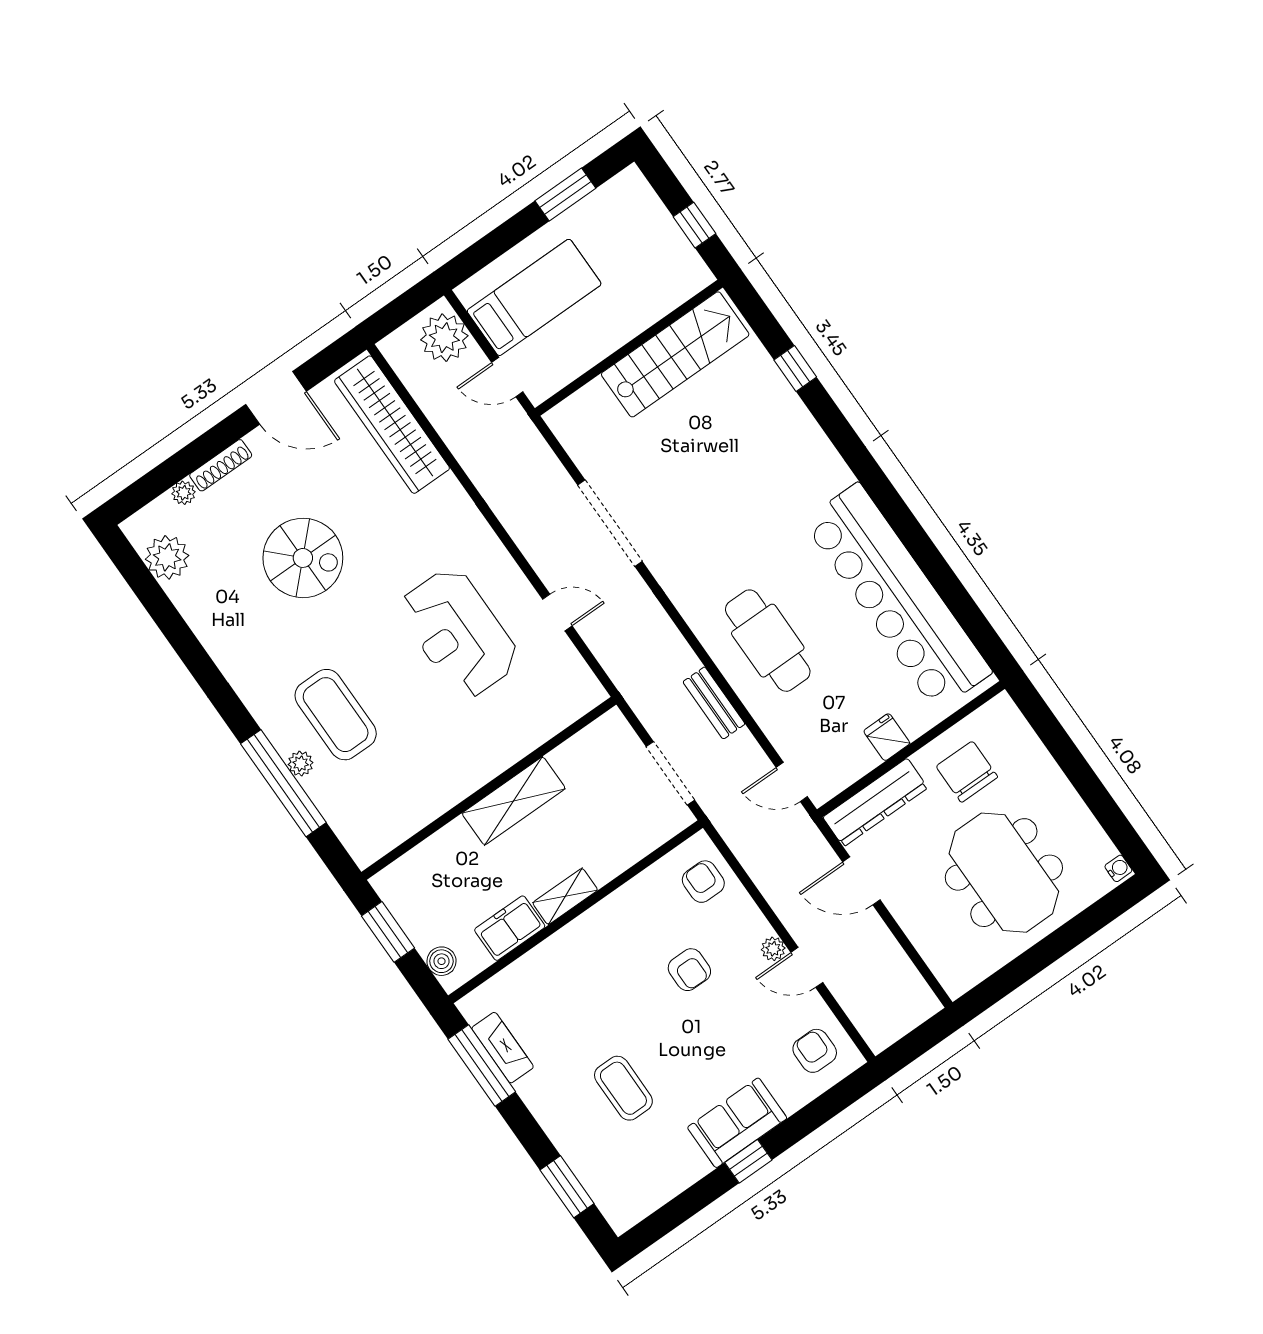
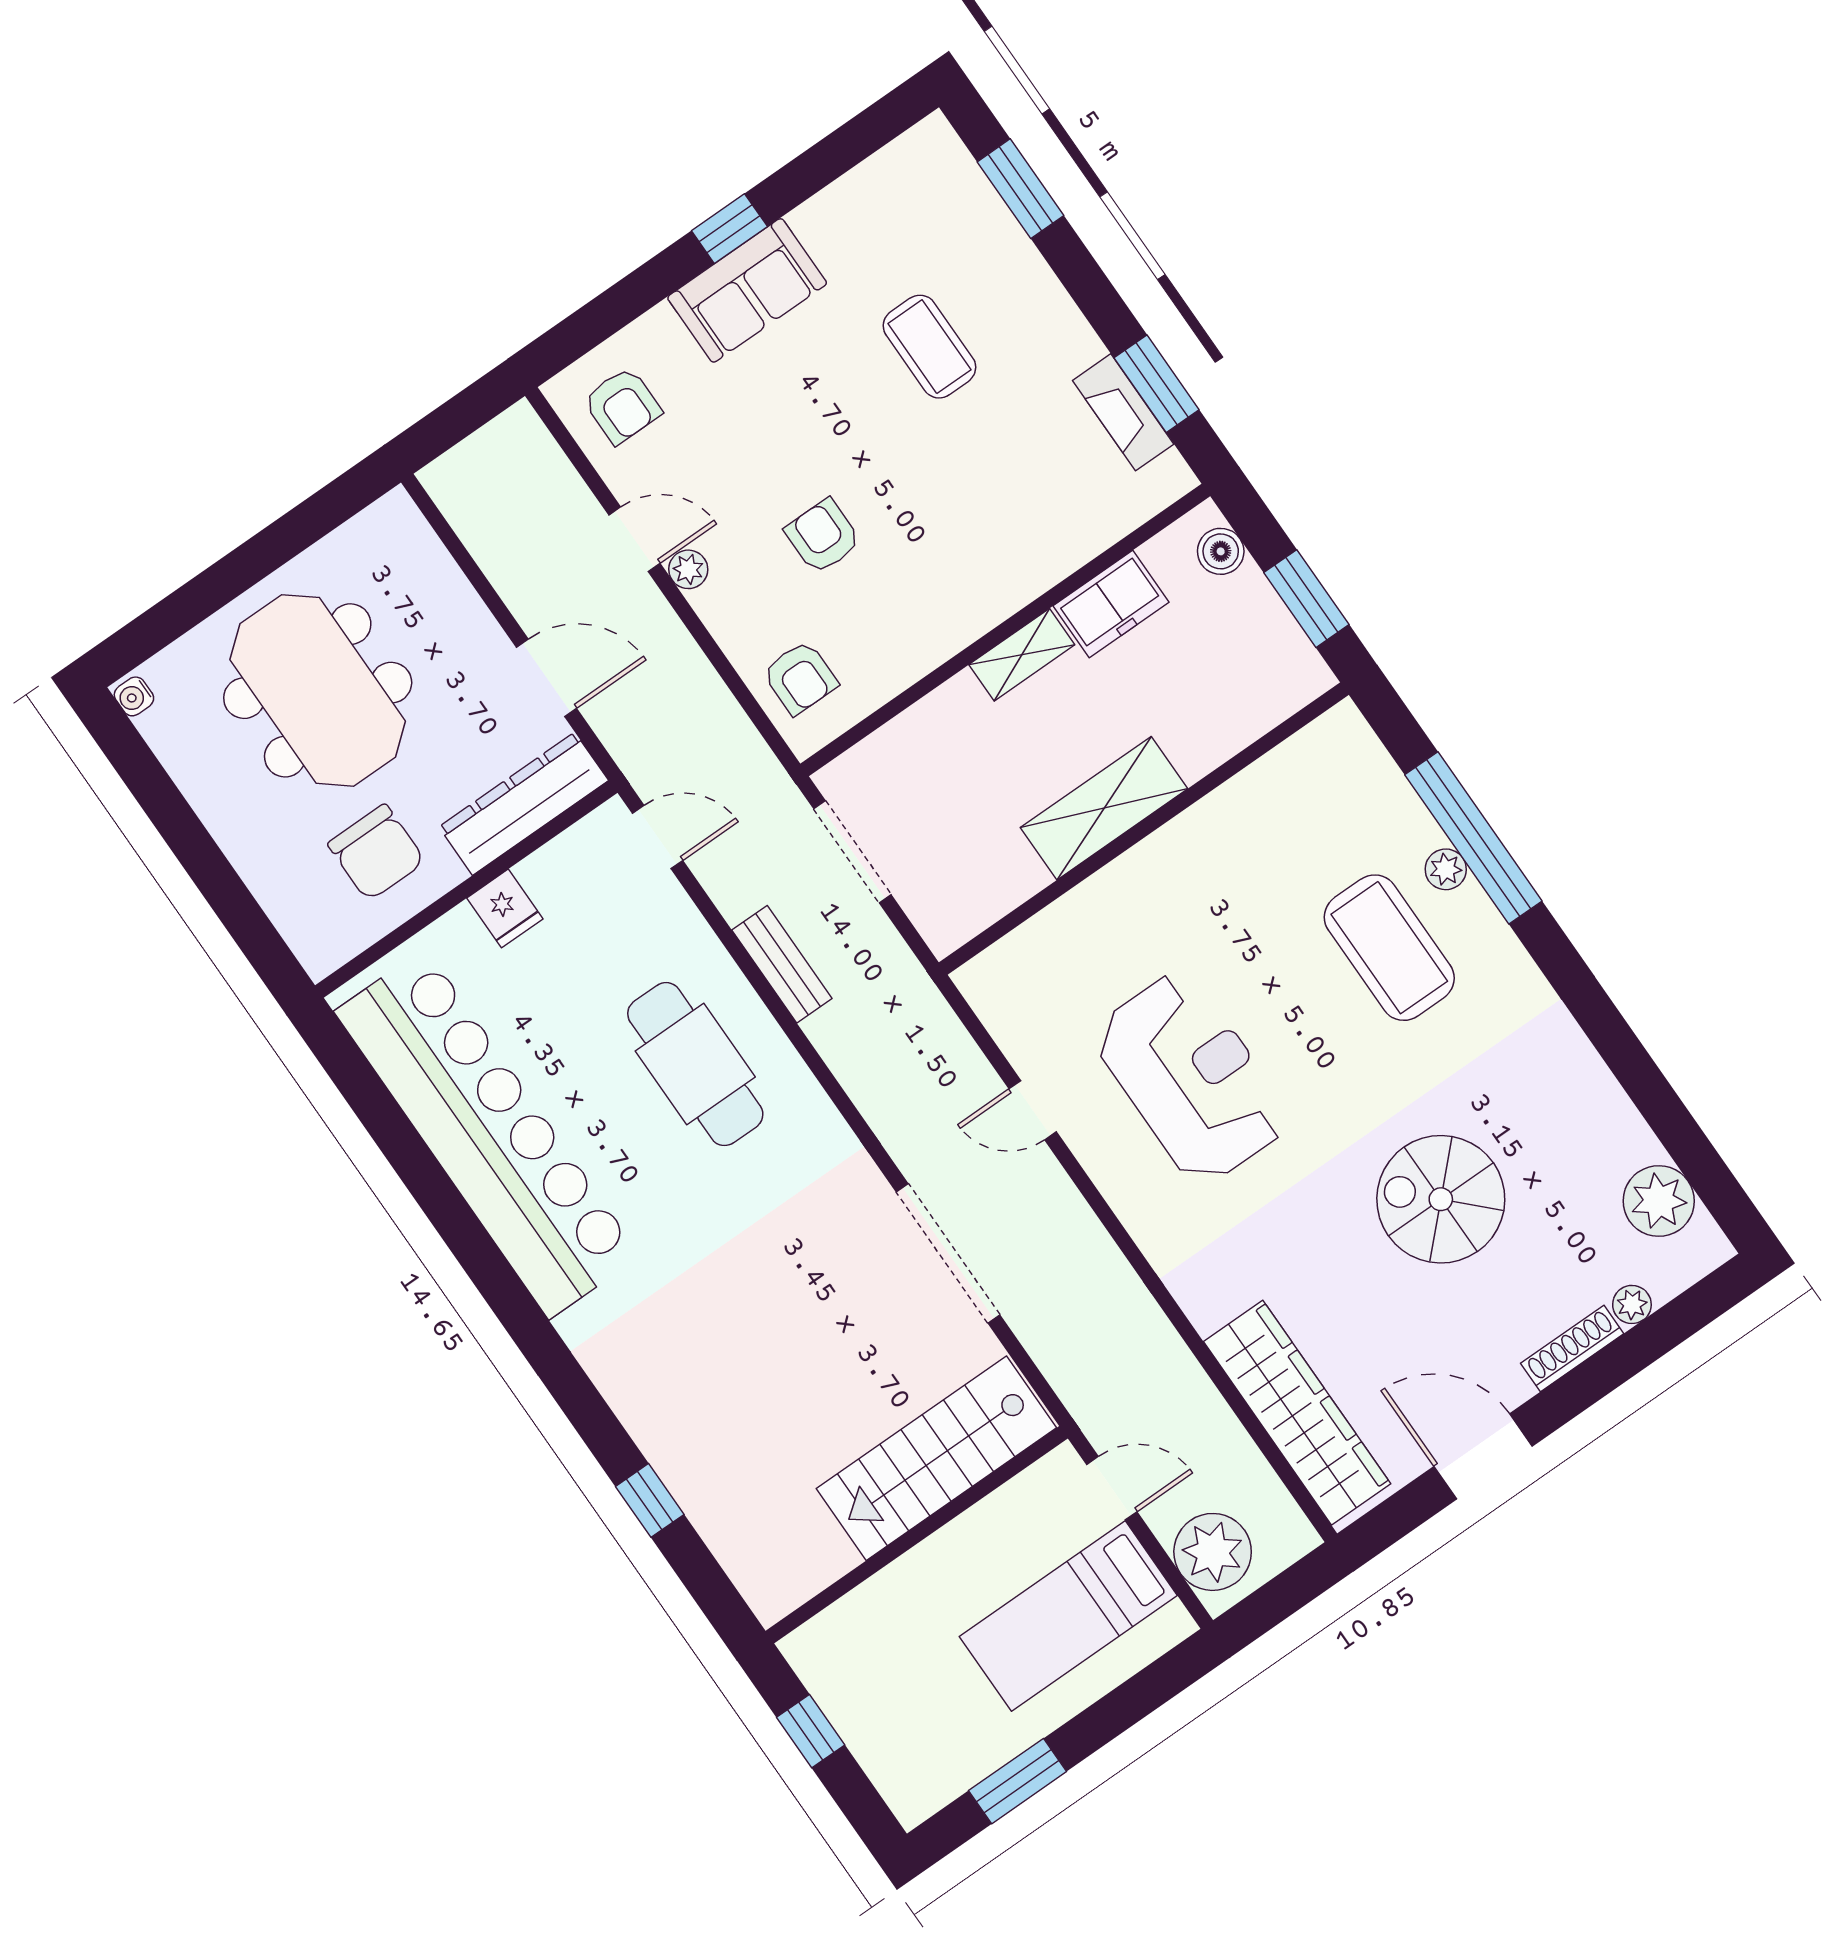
stairs: (675, 354) -> (936, 1458), moved
window: (482, 1066) -> (1157, 384), width x0.69

